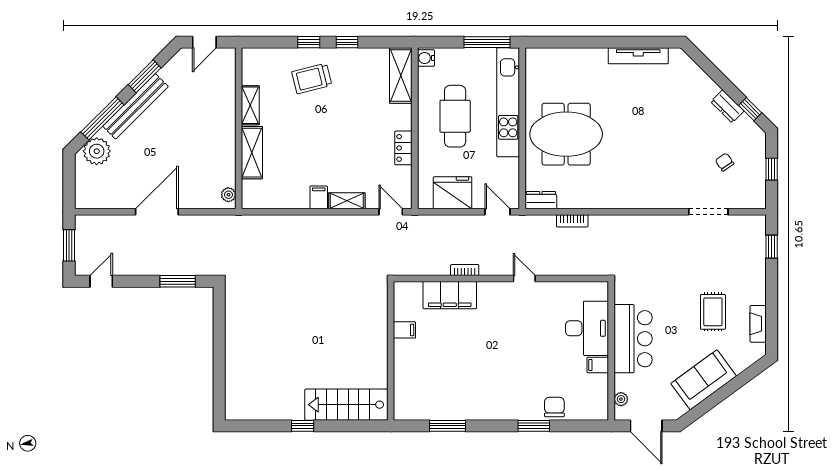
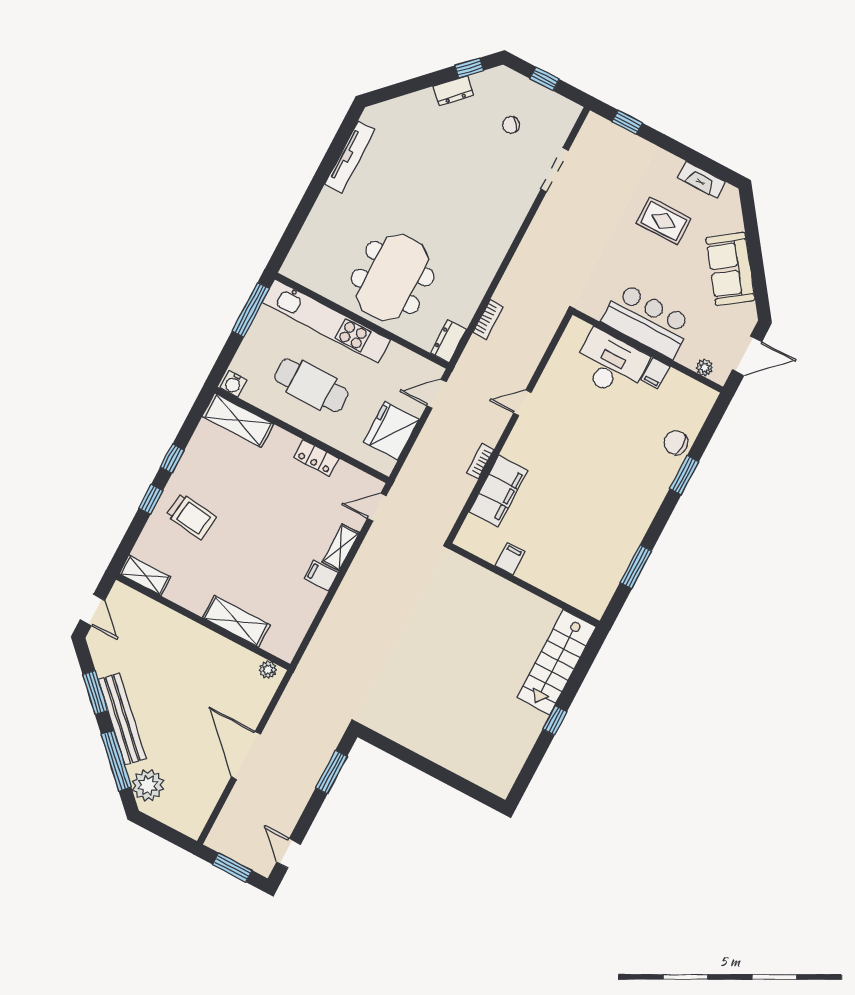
trolley: (312, 78) -> (191, 516), turned -69
shelving: (250, 105) -> (145, 575), moved

